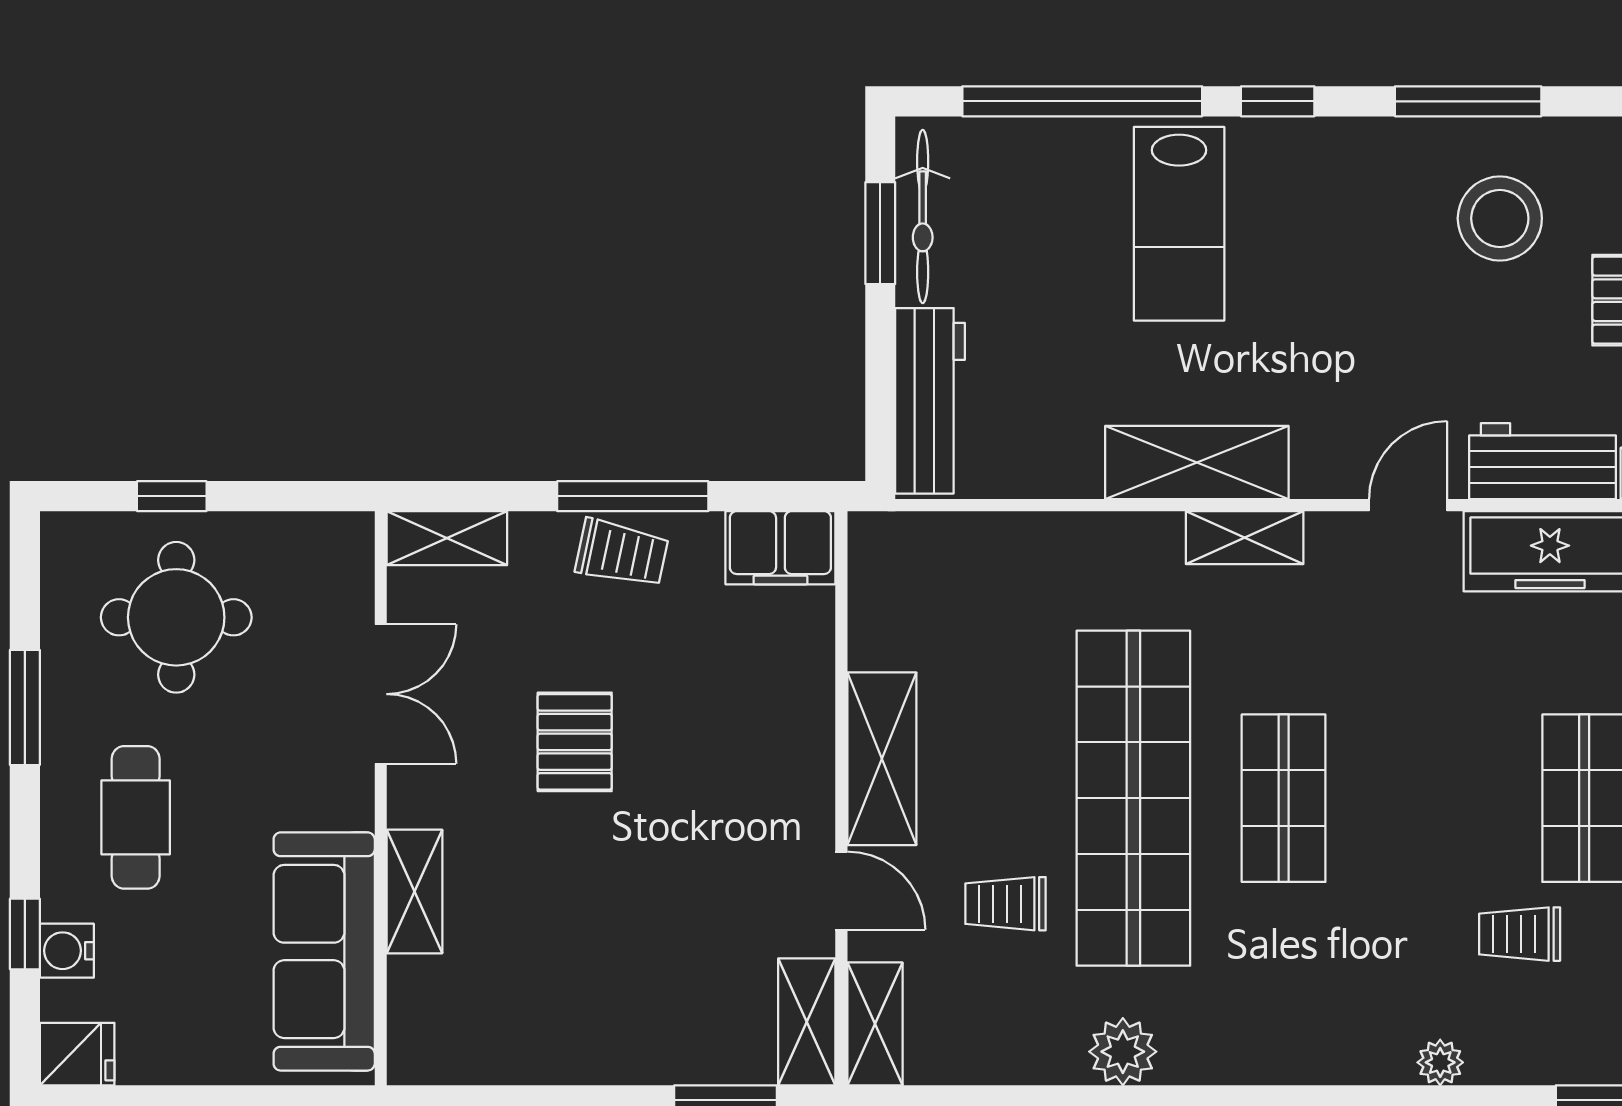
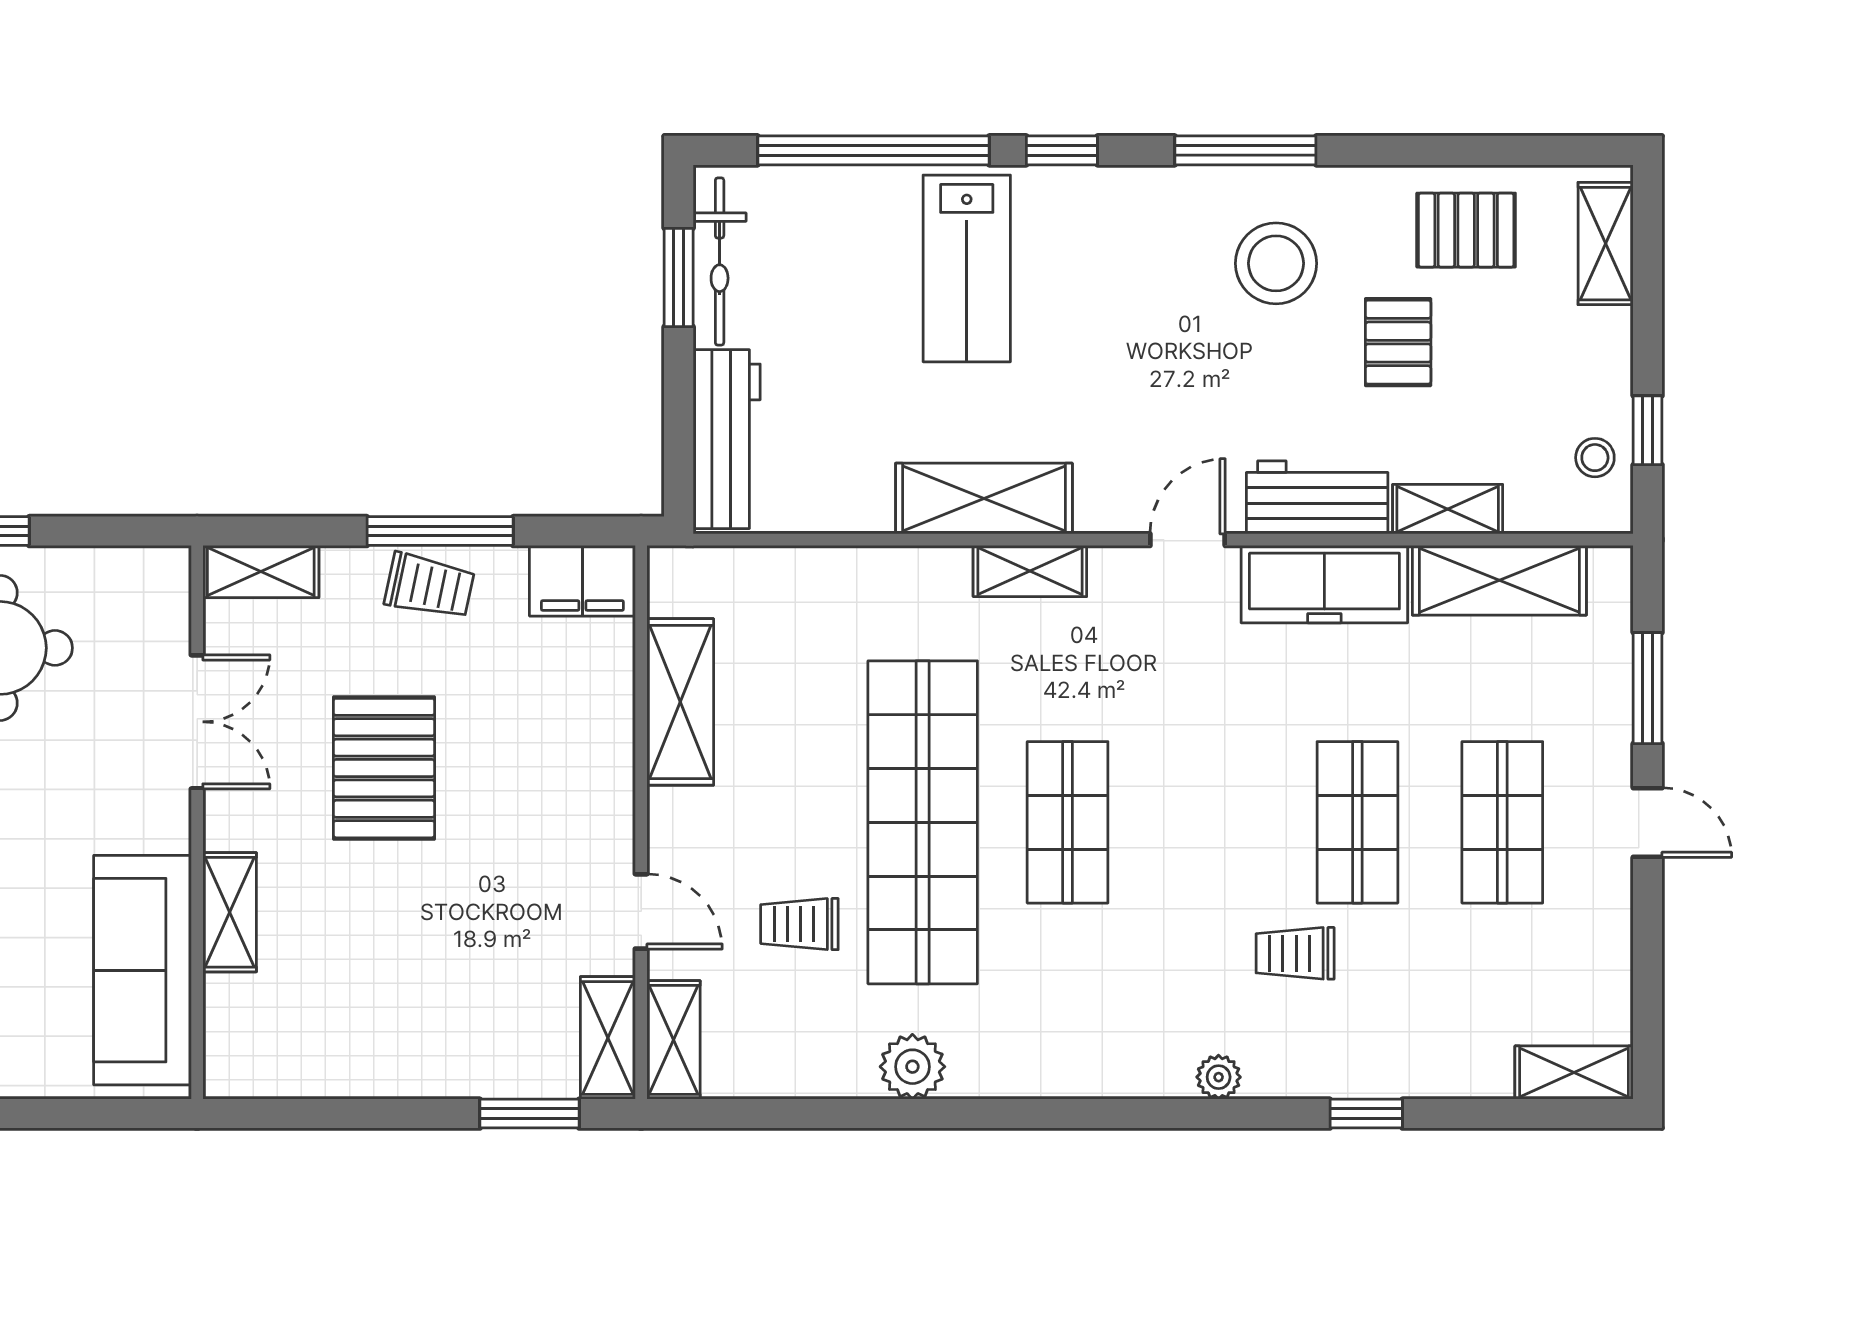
pallet: (575, 742) -> (384, 768), width x1.50, depth x1.42
shelving: (882, 759) -> (680, 702), moved

